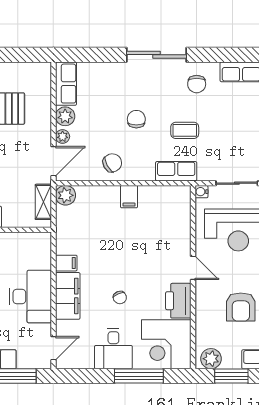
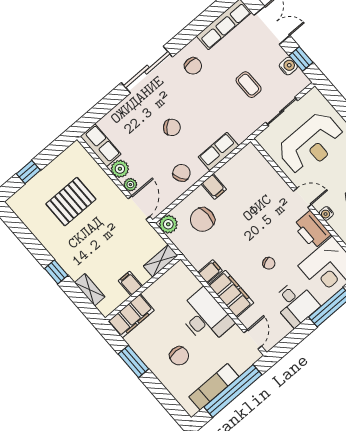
chair: (136, 119) -> (172, 127), turned 136
coffee table: (185, 130) -> (249, 85), moved, turned 90
row of seats: (176, 171) -> (218, 151), moved
water cooler: (201, 192) -> (326, 213), moved
shelving: (43, 202) -> (161, 261), moved, turned 90
chair: (97, 215) -> (202, 220), added

